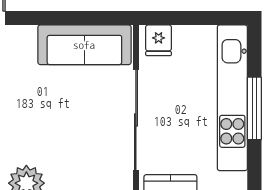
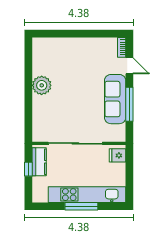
window: (62, 18) -> (129, 104), added
sofa: (84, 45) -> (115, 99), moved

